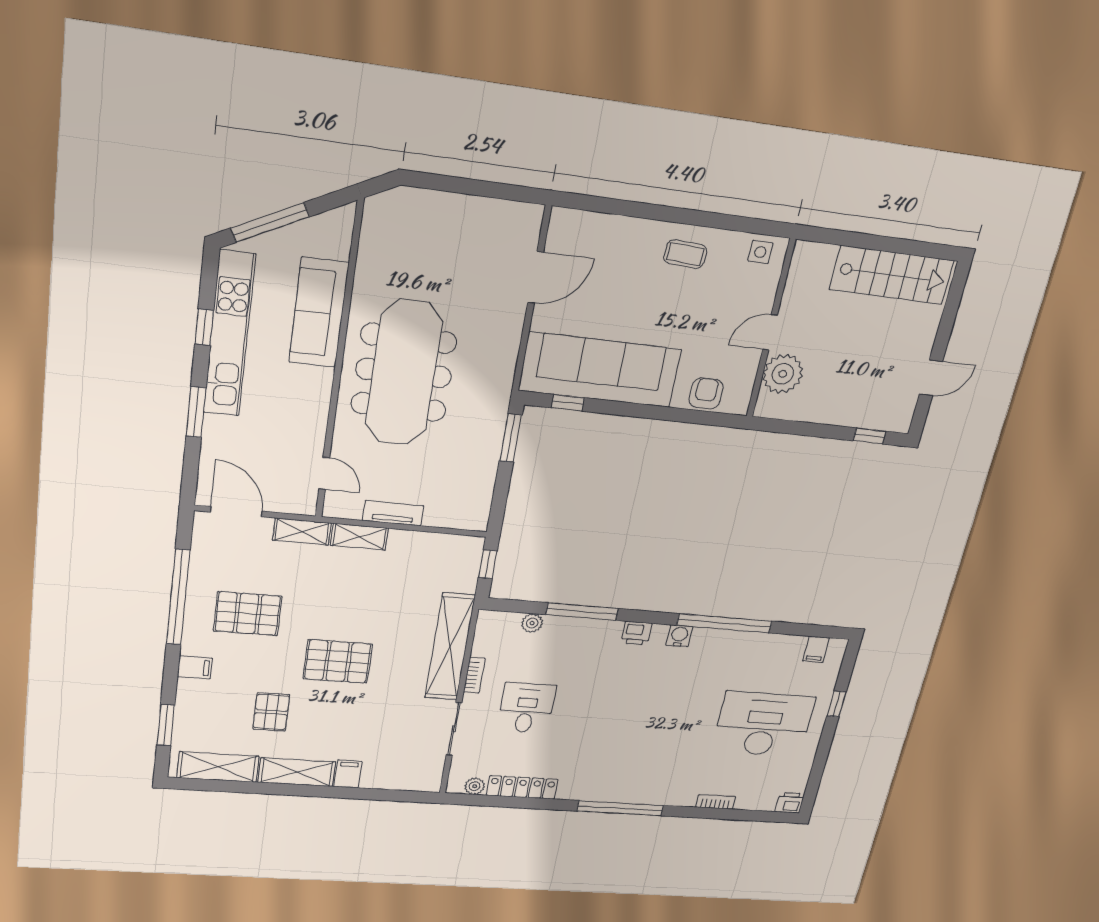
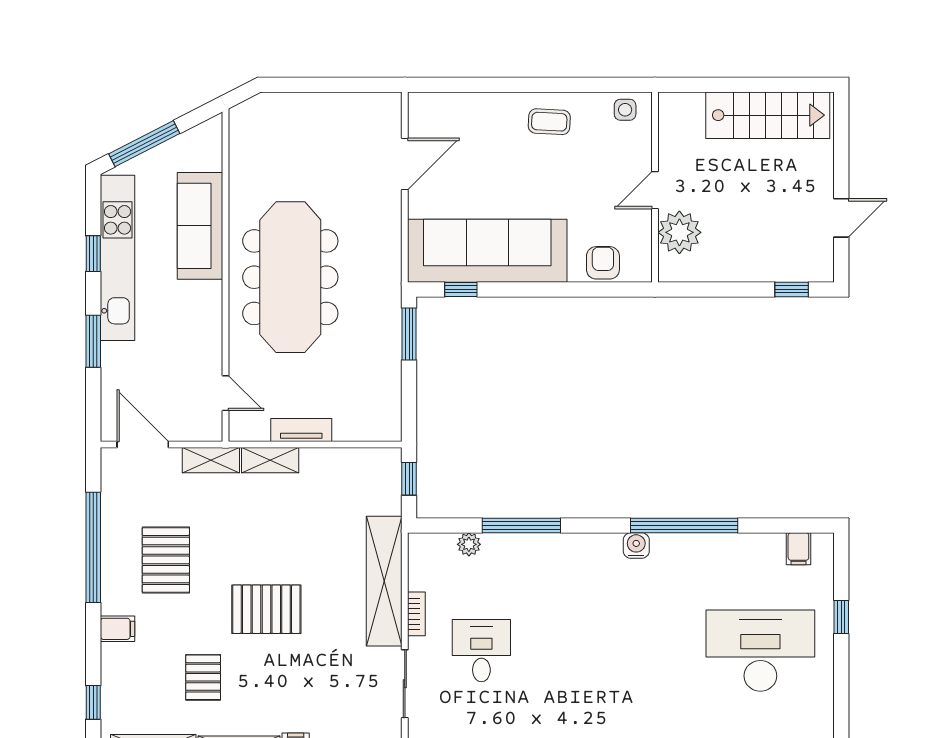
pallet: (248, 614) -> (166, 560), turned 90
printer: (637, 633) -> (587, 546), removed
window: (166, 725) -> (93, 702), width x0.67

